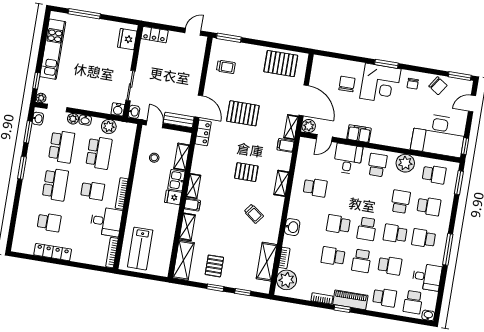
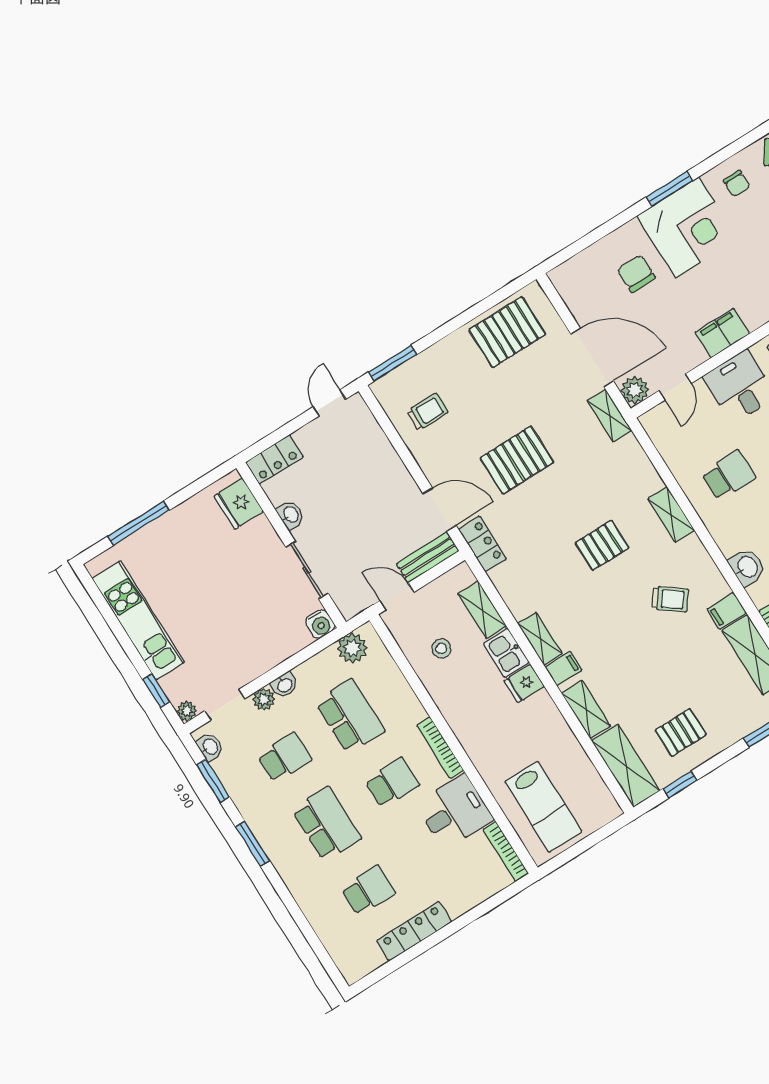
washbasin: (134, 112) -> (291, 515), moved
plant: (109, 127) -> (352, 648), moved
filing cabinet: (286, 145) -> (727, 611), moved
school desk: (62, 147) -> (284, 757), width x0.54
pallet: (214, 266) -> (681, 732), turned 90
window: (215, 288) -> (680, 785), moved

